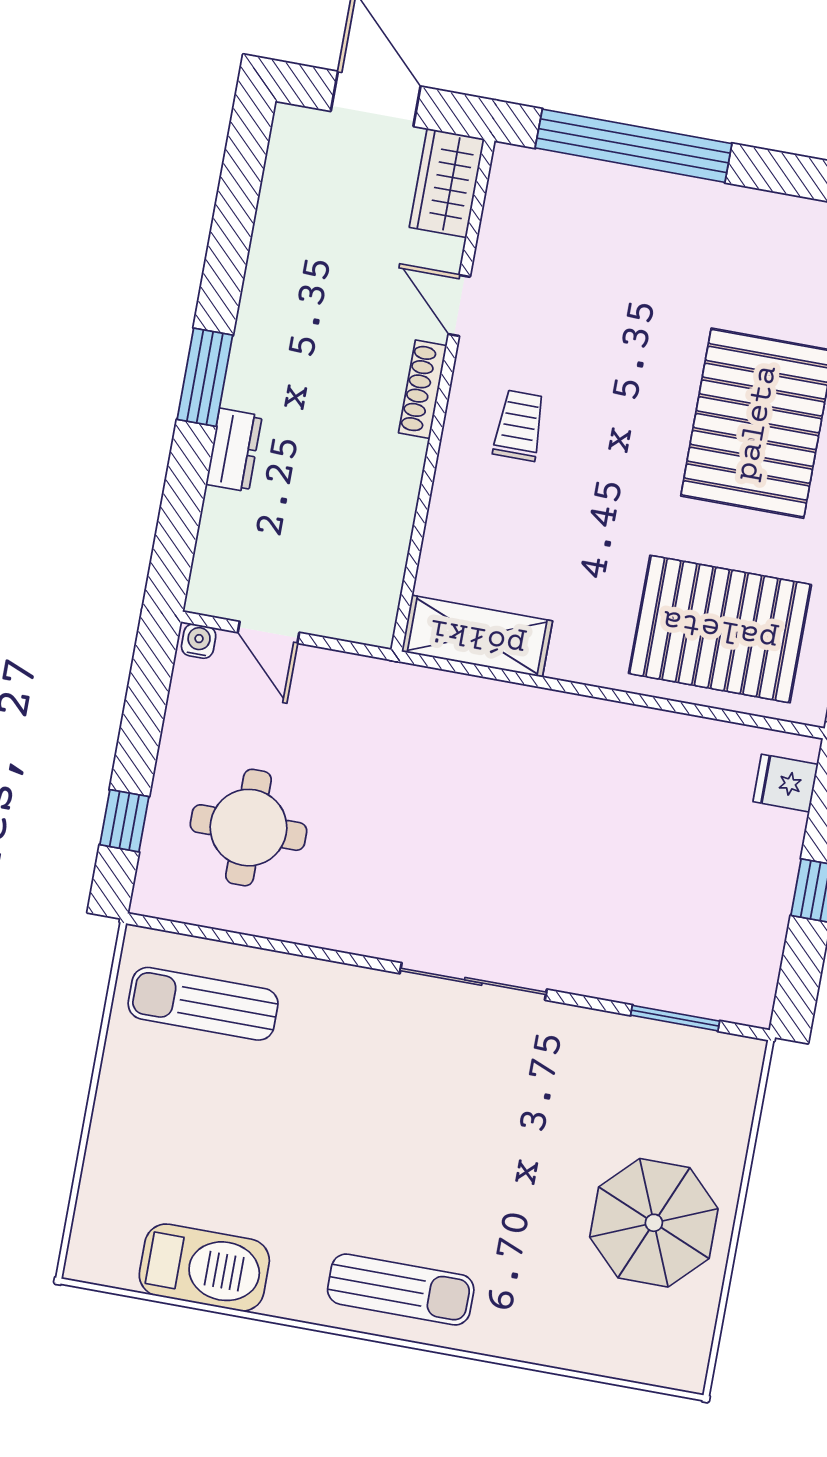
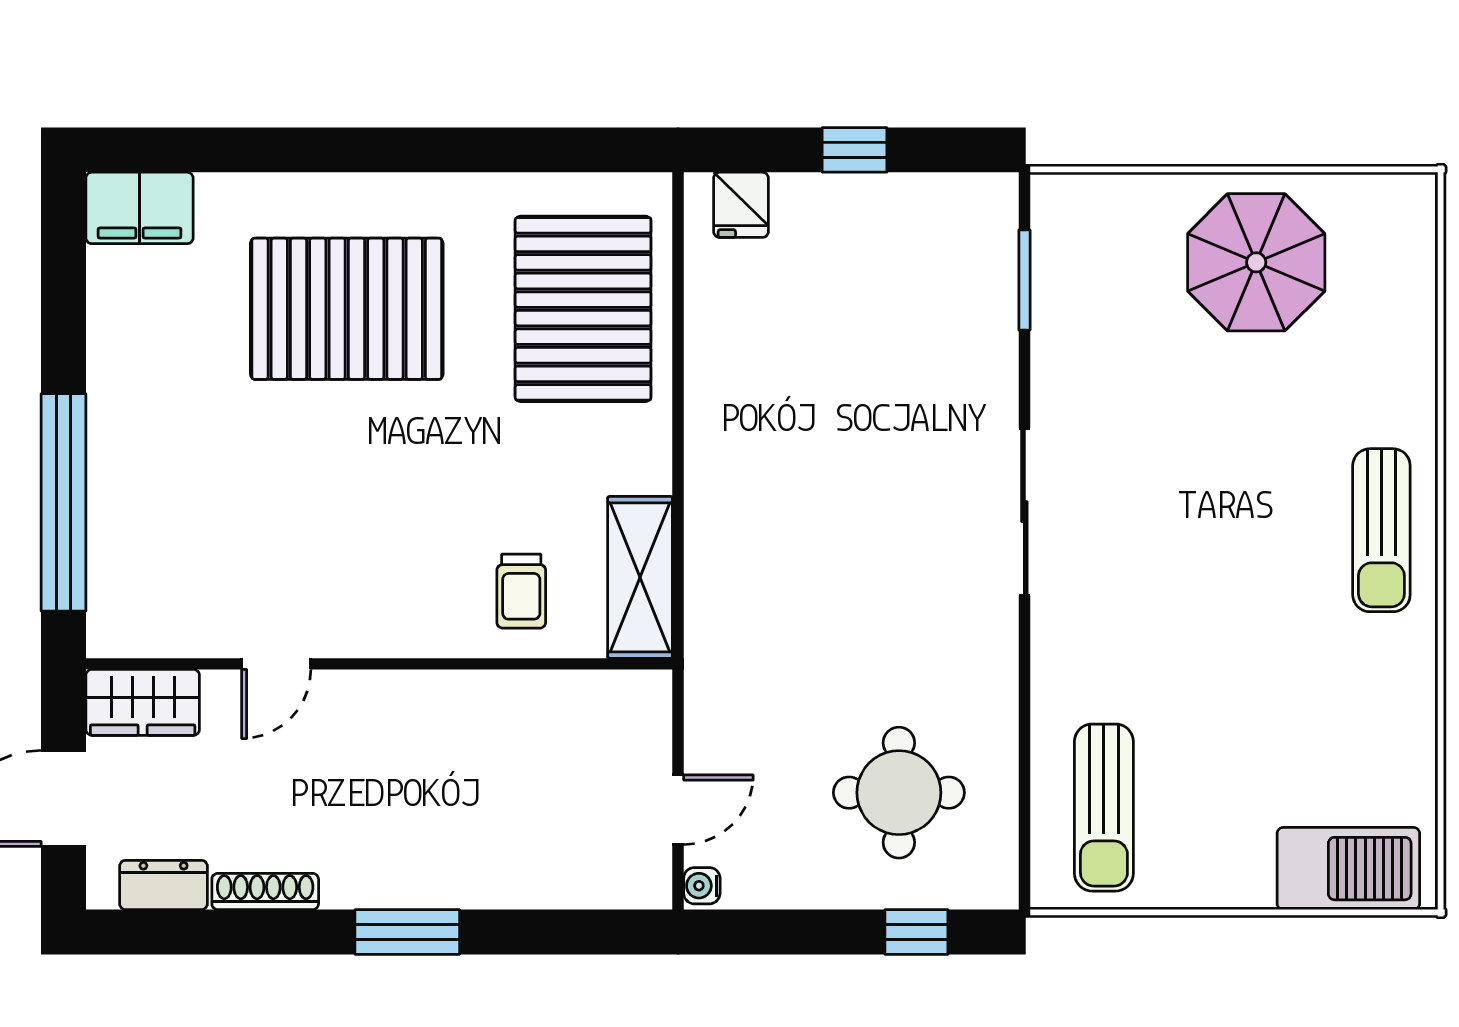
shoe rack: (423, 389) -> (265, 892), moved, turned 180
trolley: (519, 426) -> (521, 591), moved, turned -90
dresser: (234, 450) -> (164, 885), moved
barbecue: (204, 1268) -> (1348, 869), moved, turned 90
sun lounger: (401, 1289) -> (1381, 530), turned 180

